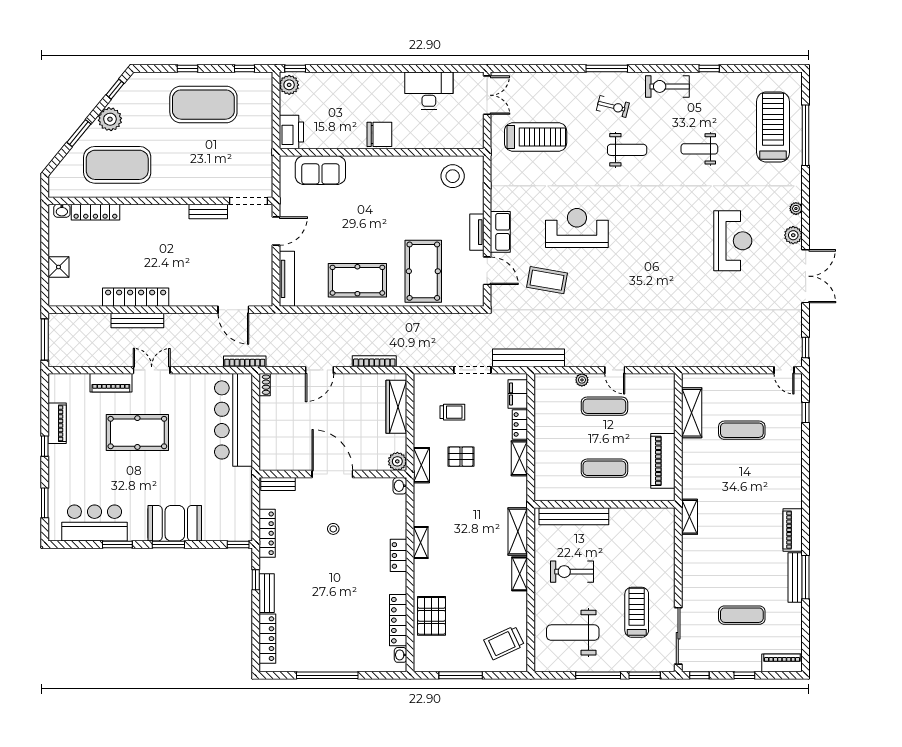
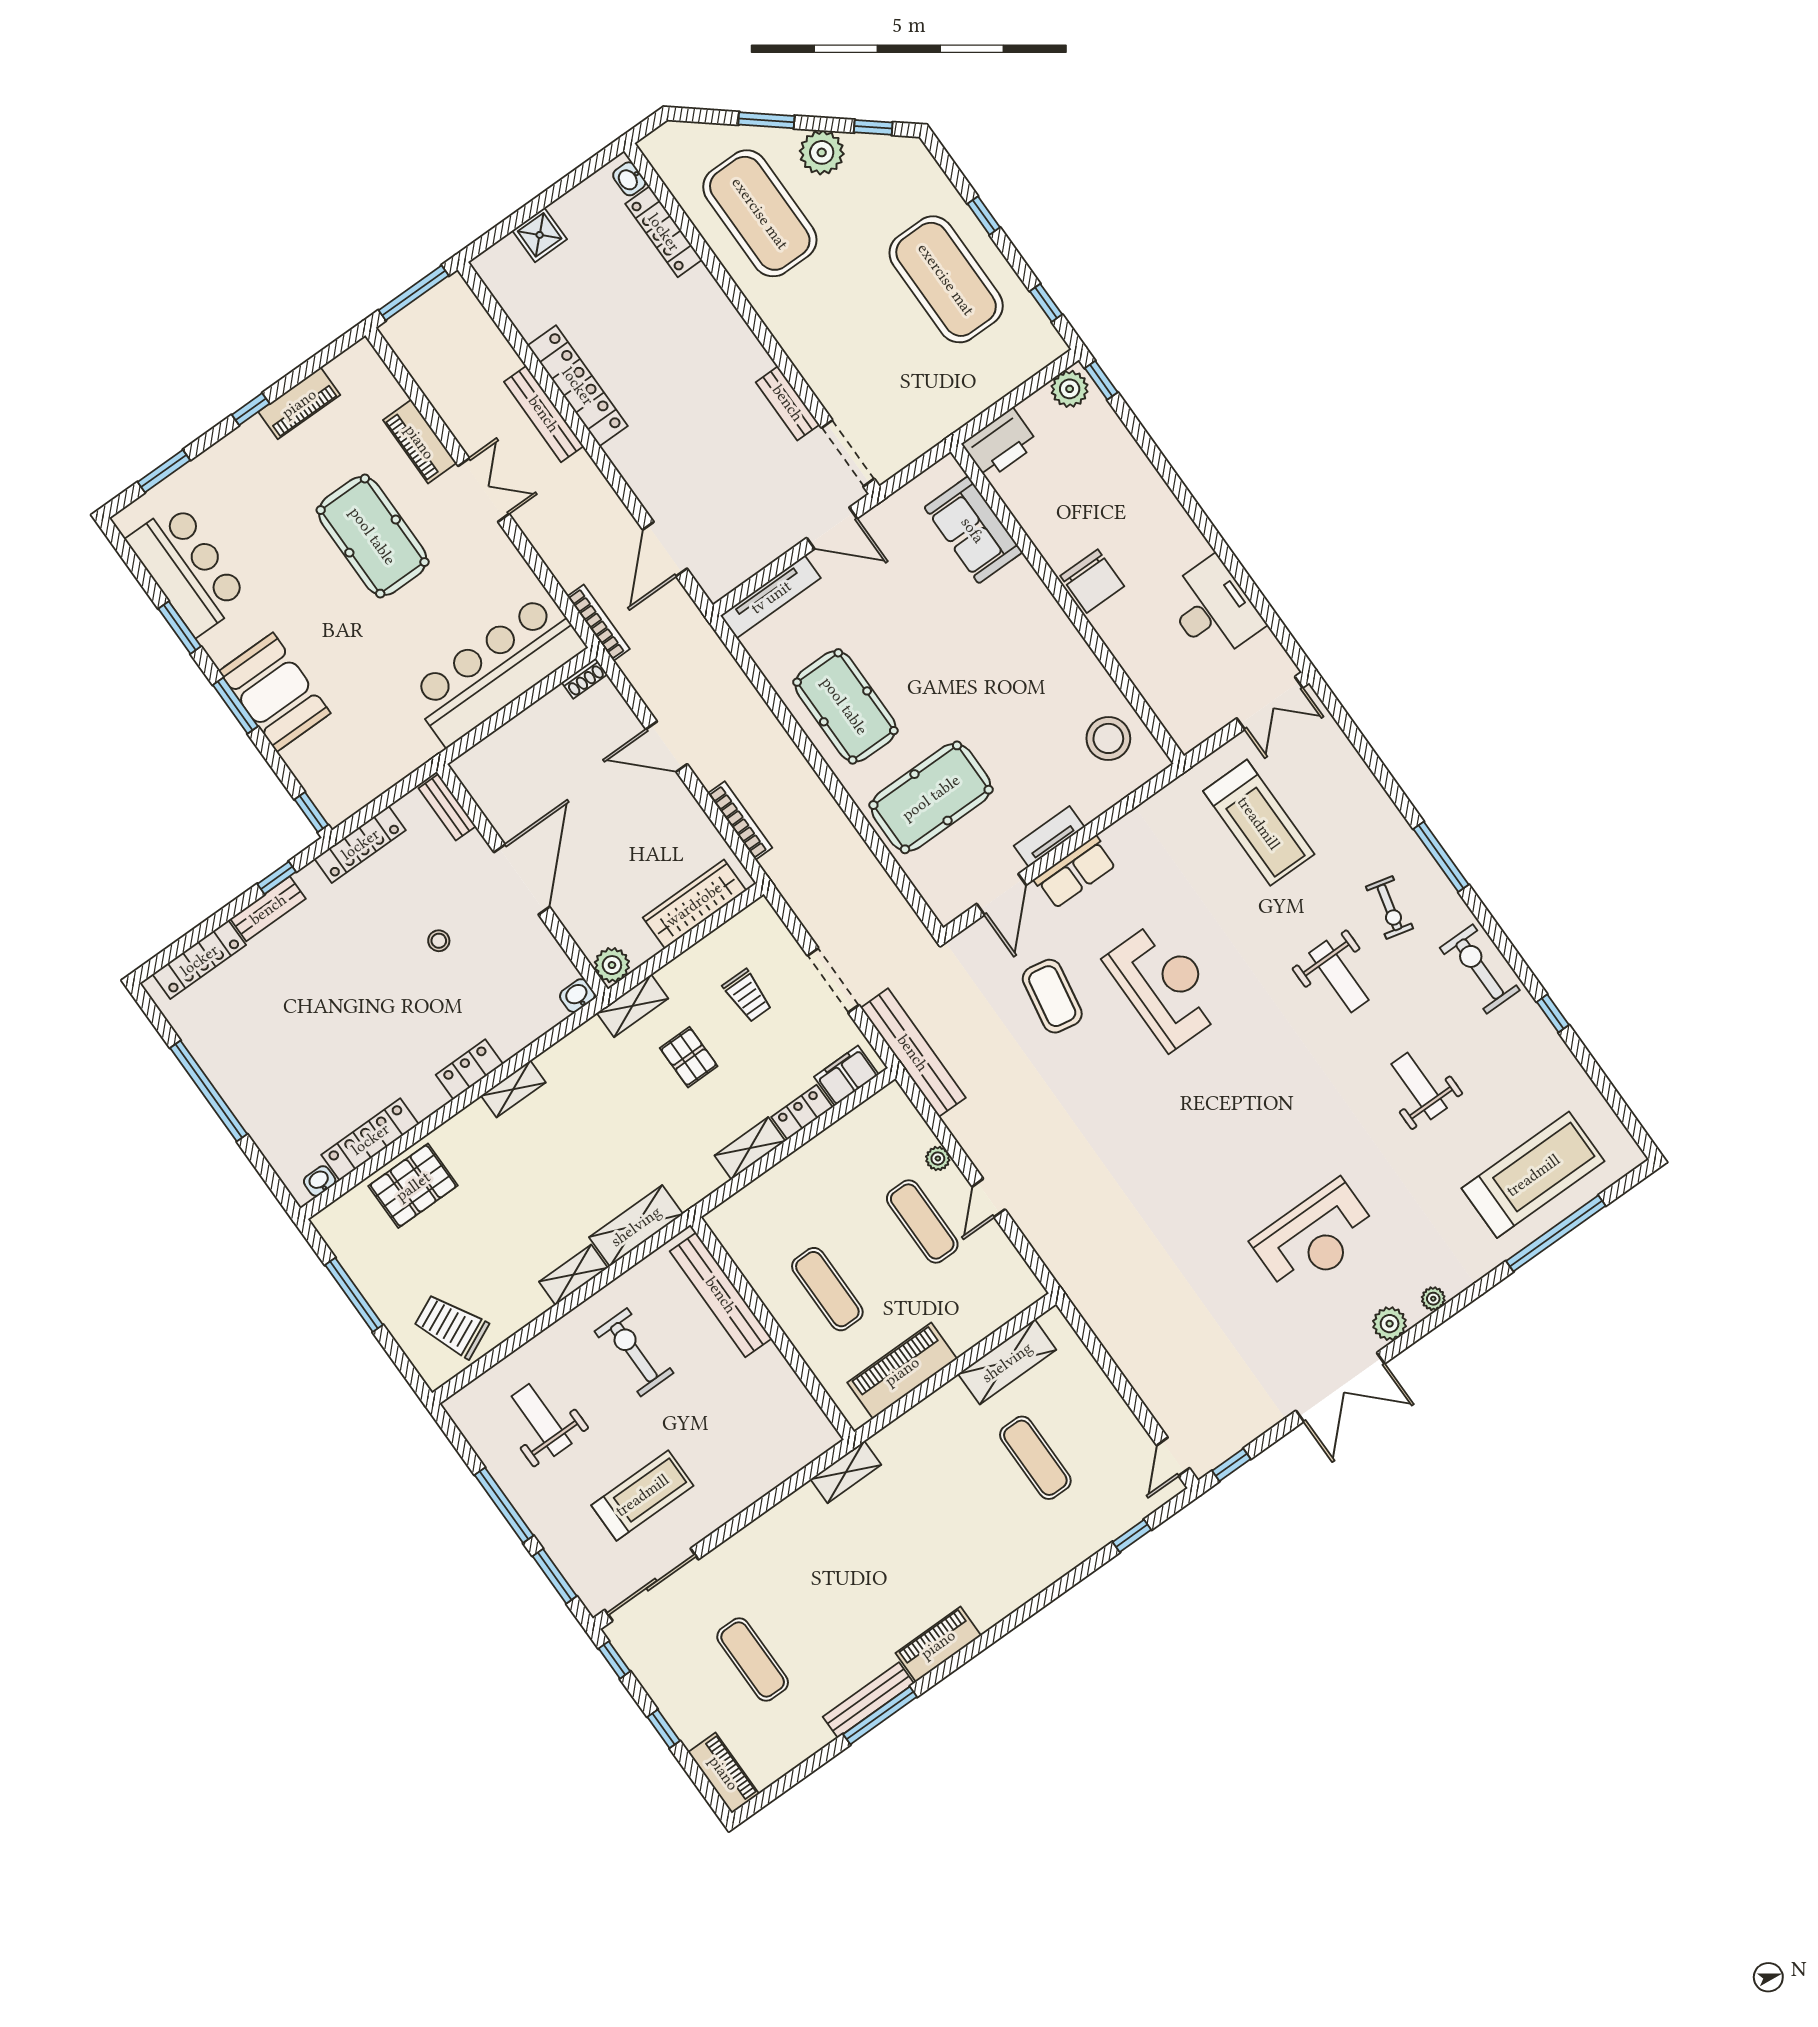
weight bench: (573, 633) -> (542, 1420), width x0.73, depth x0.75

